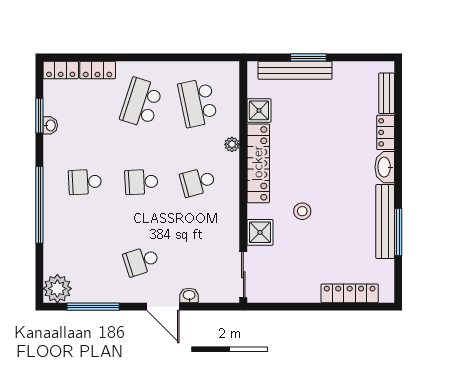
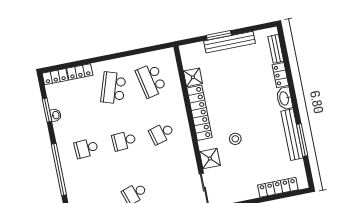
bench: (295, 70) -> (230, 42), moved
plant: (232, 144) -> (179, 104), removed

